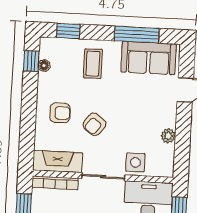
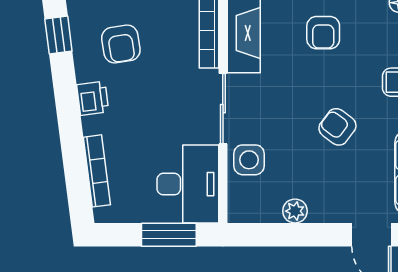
armchair: (95, 124) -> (337, 127), moved

